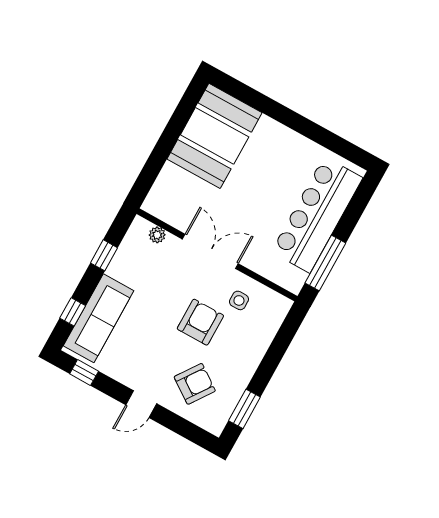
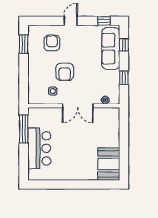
booth: (215, 136) -> (109, 164), width x0.73, depth x0.70
bar counter: (317, 215) -> (39, 148), width x0.73
armchair: (195, 384) -> (52, 43), turned 145

